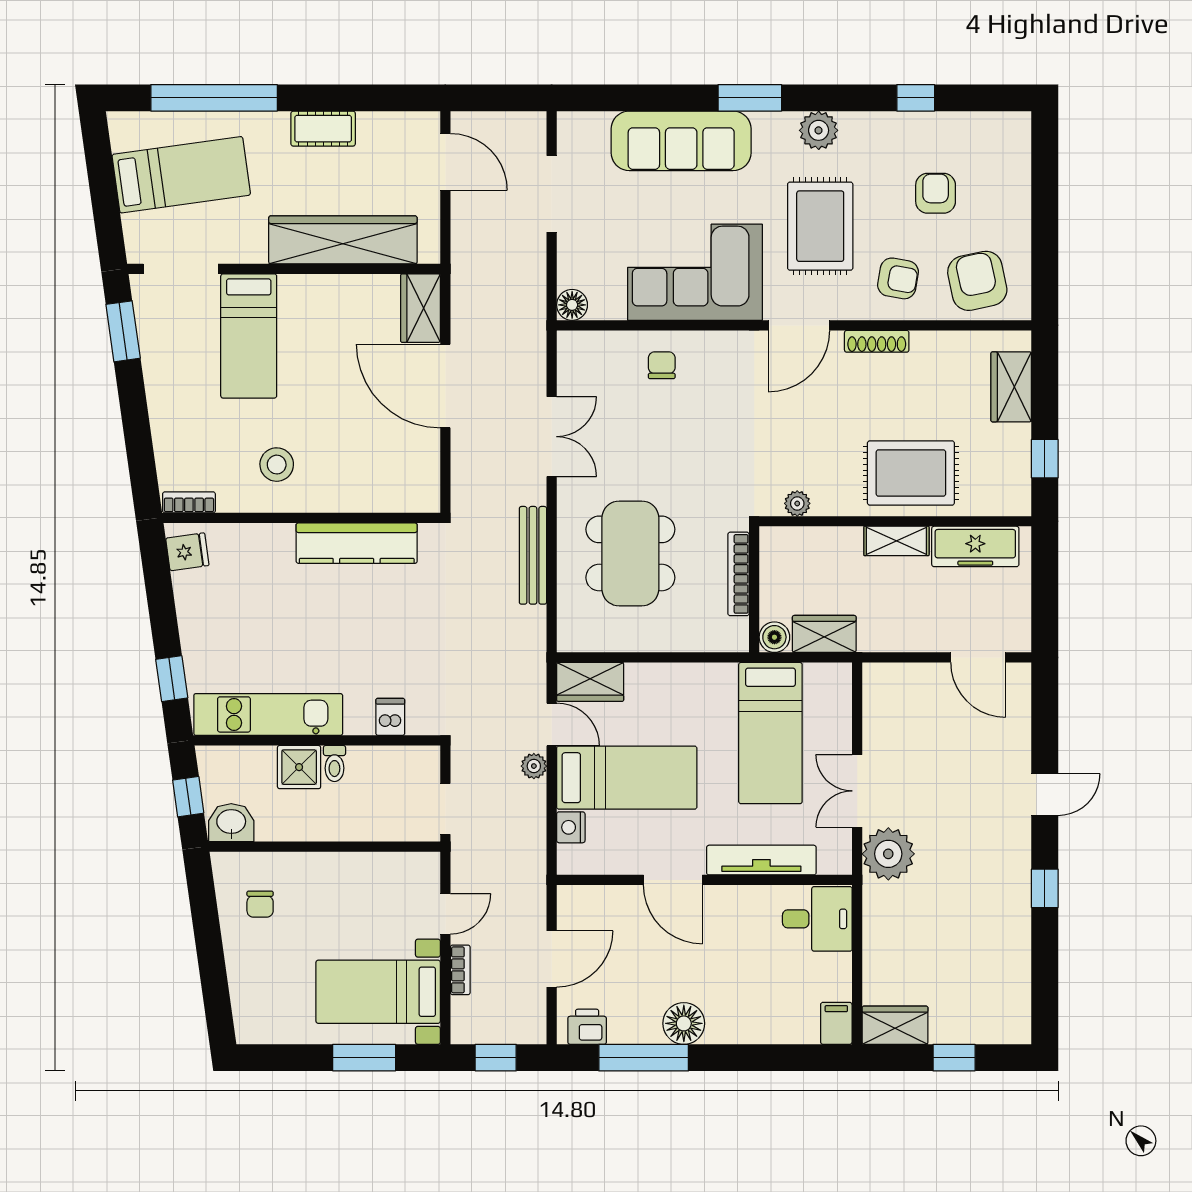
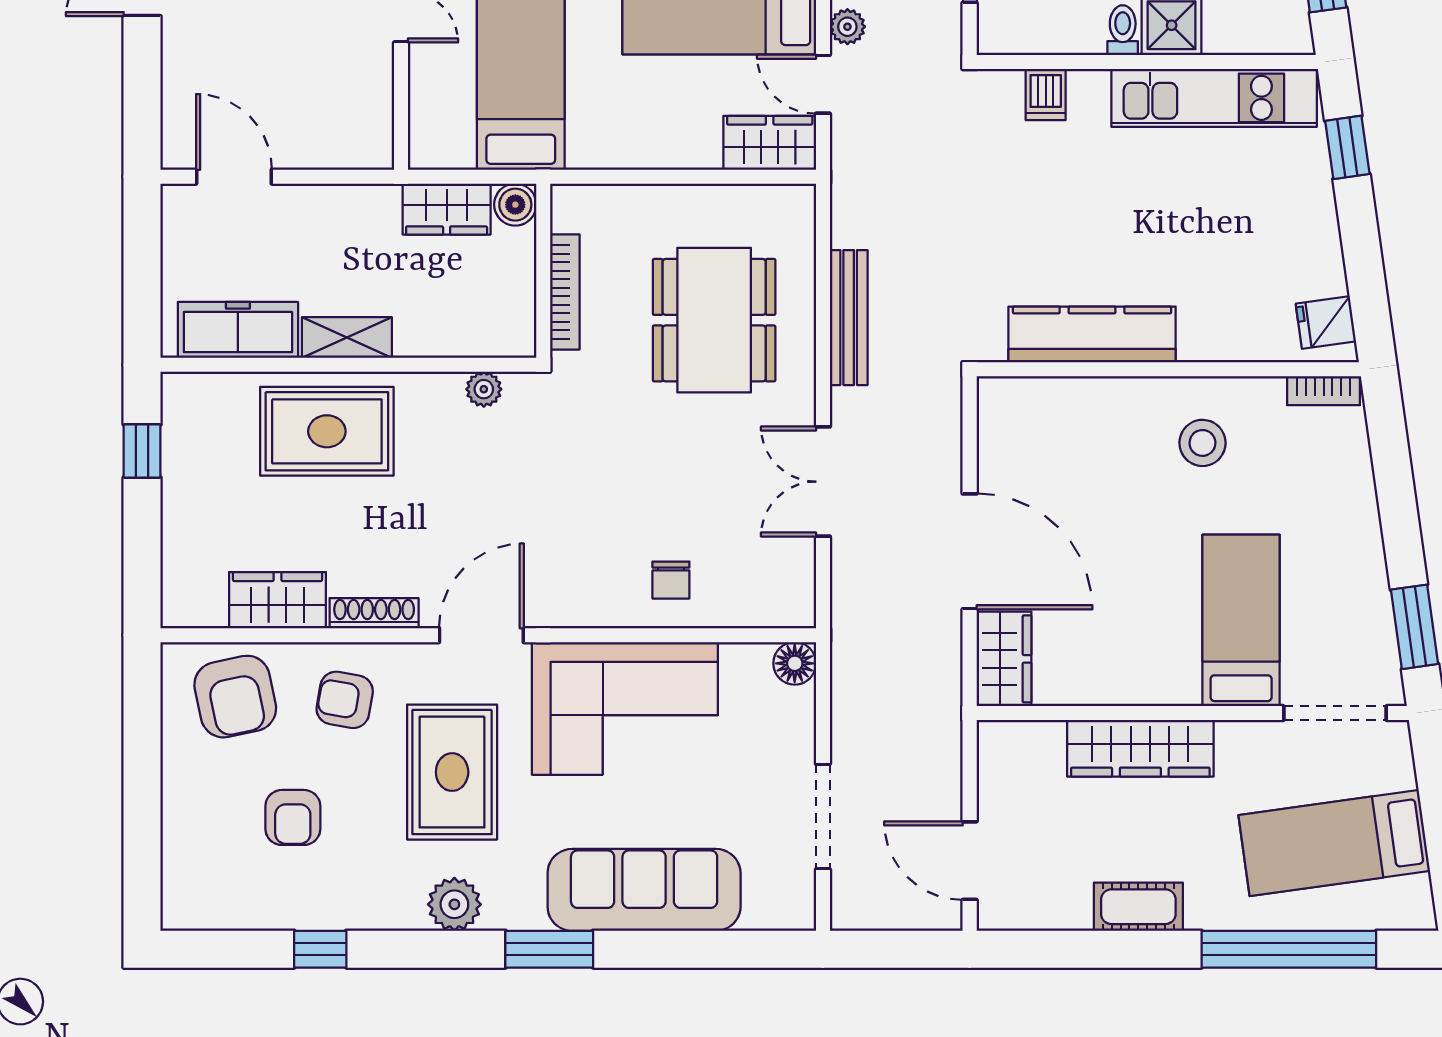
wardrobe: (343, 240) -> (1140, 748), width x0.71, depth x0.85
wardrobe: (1011, 387) -> (277, 600), moved, turned -90

